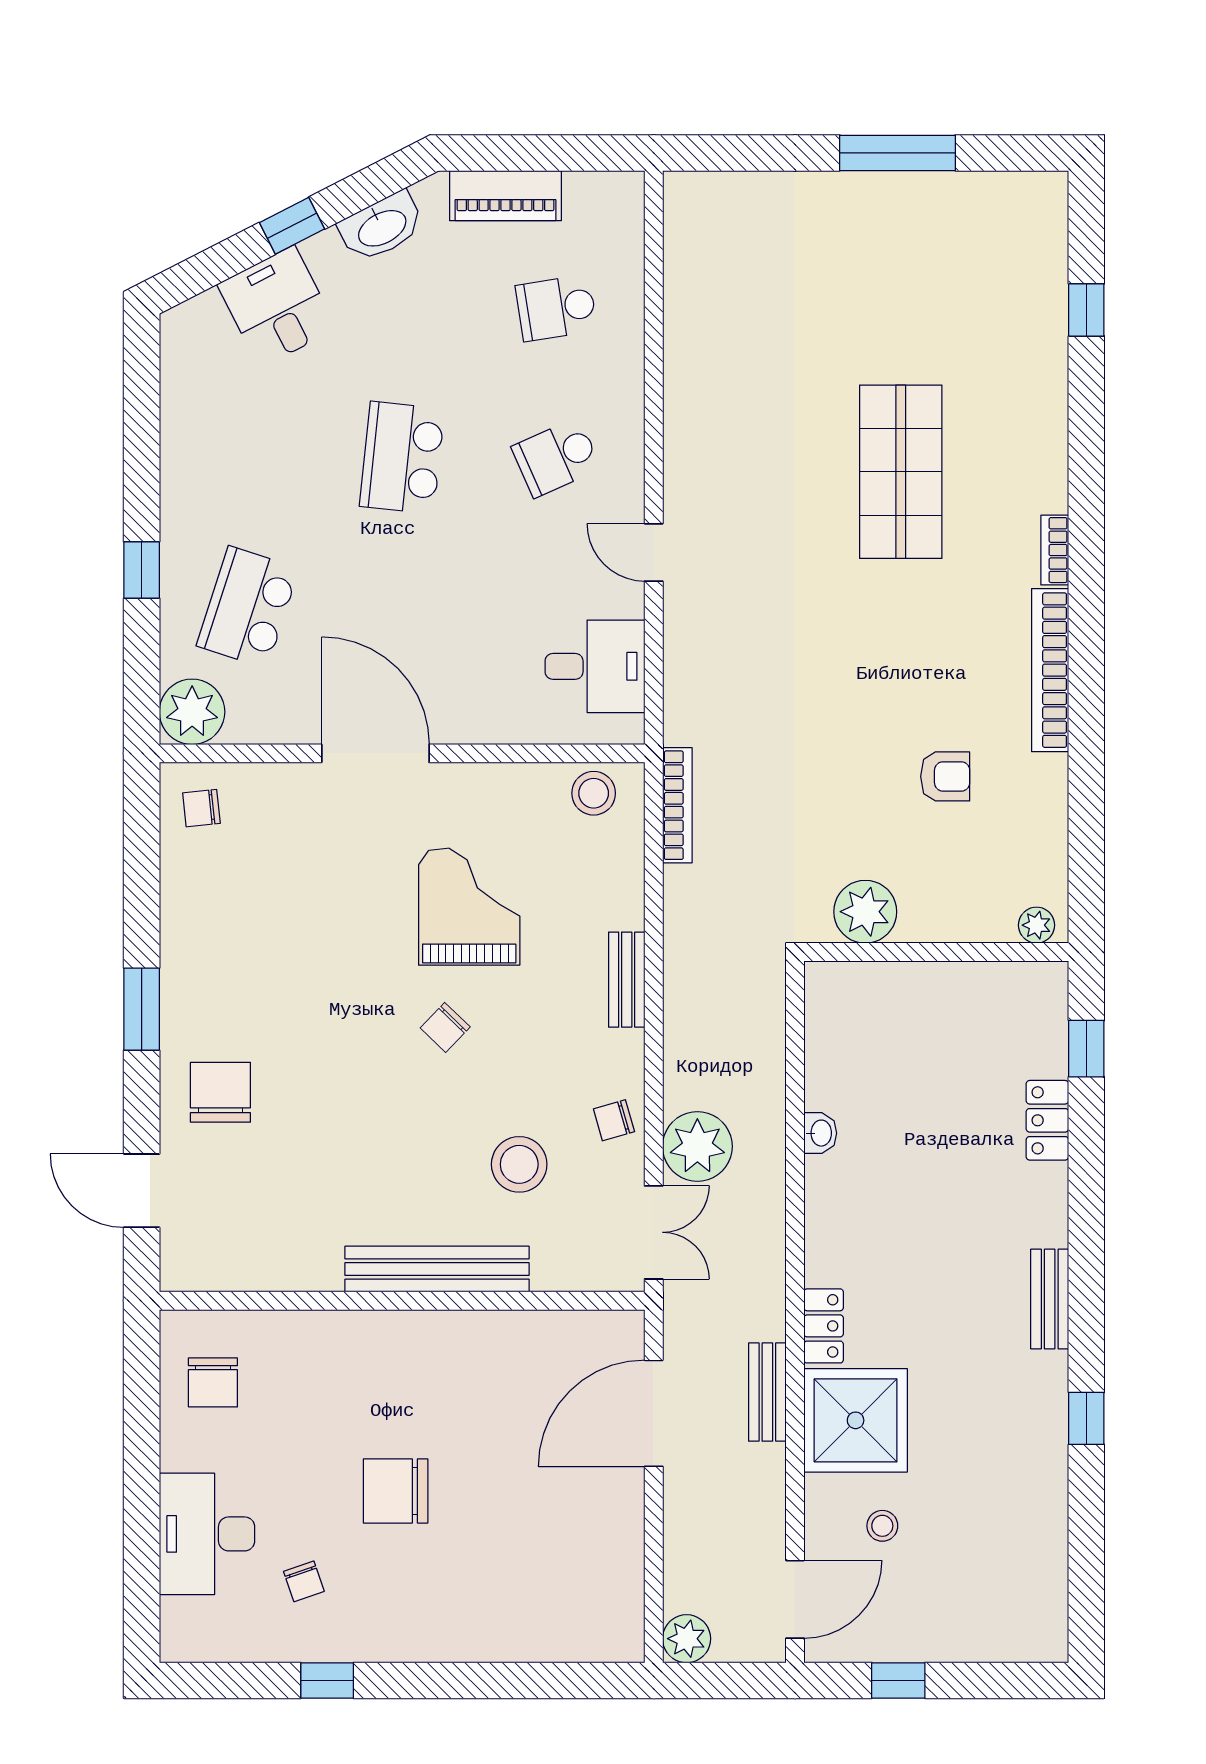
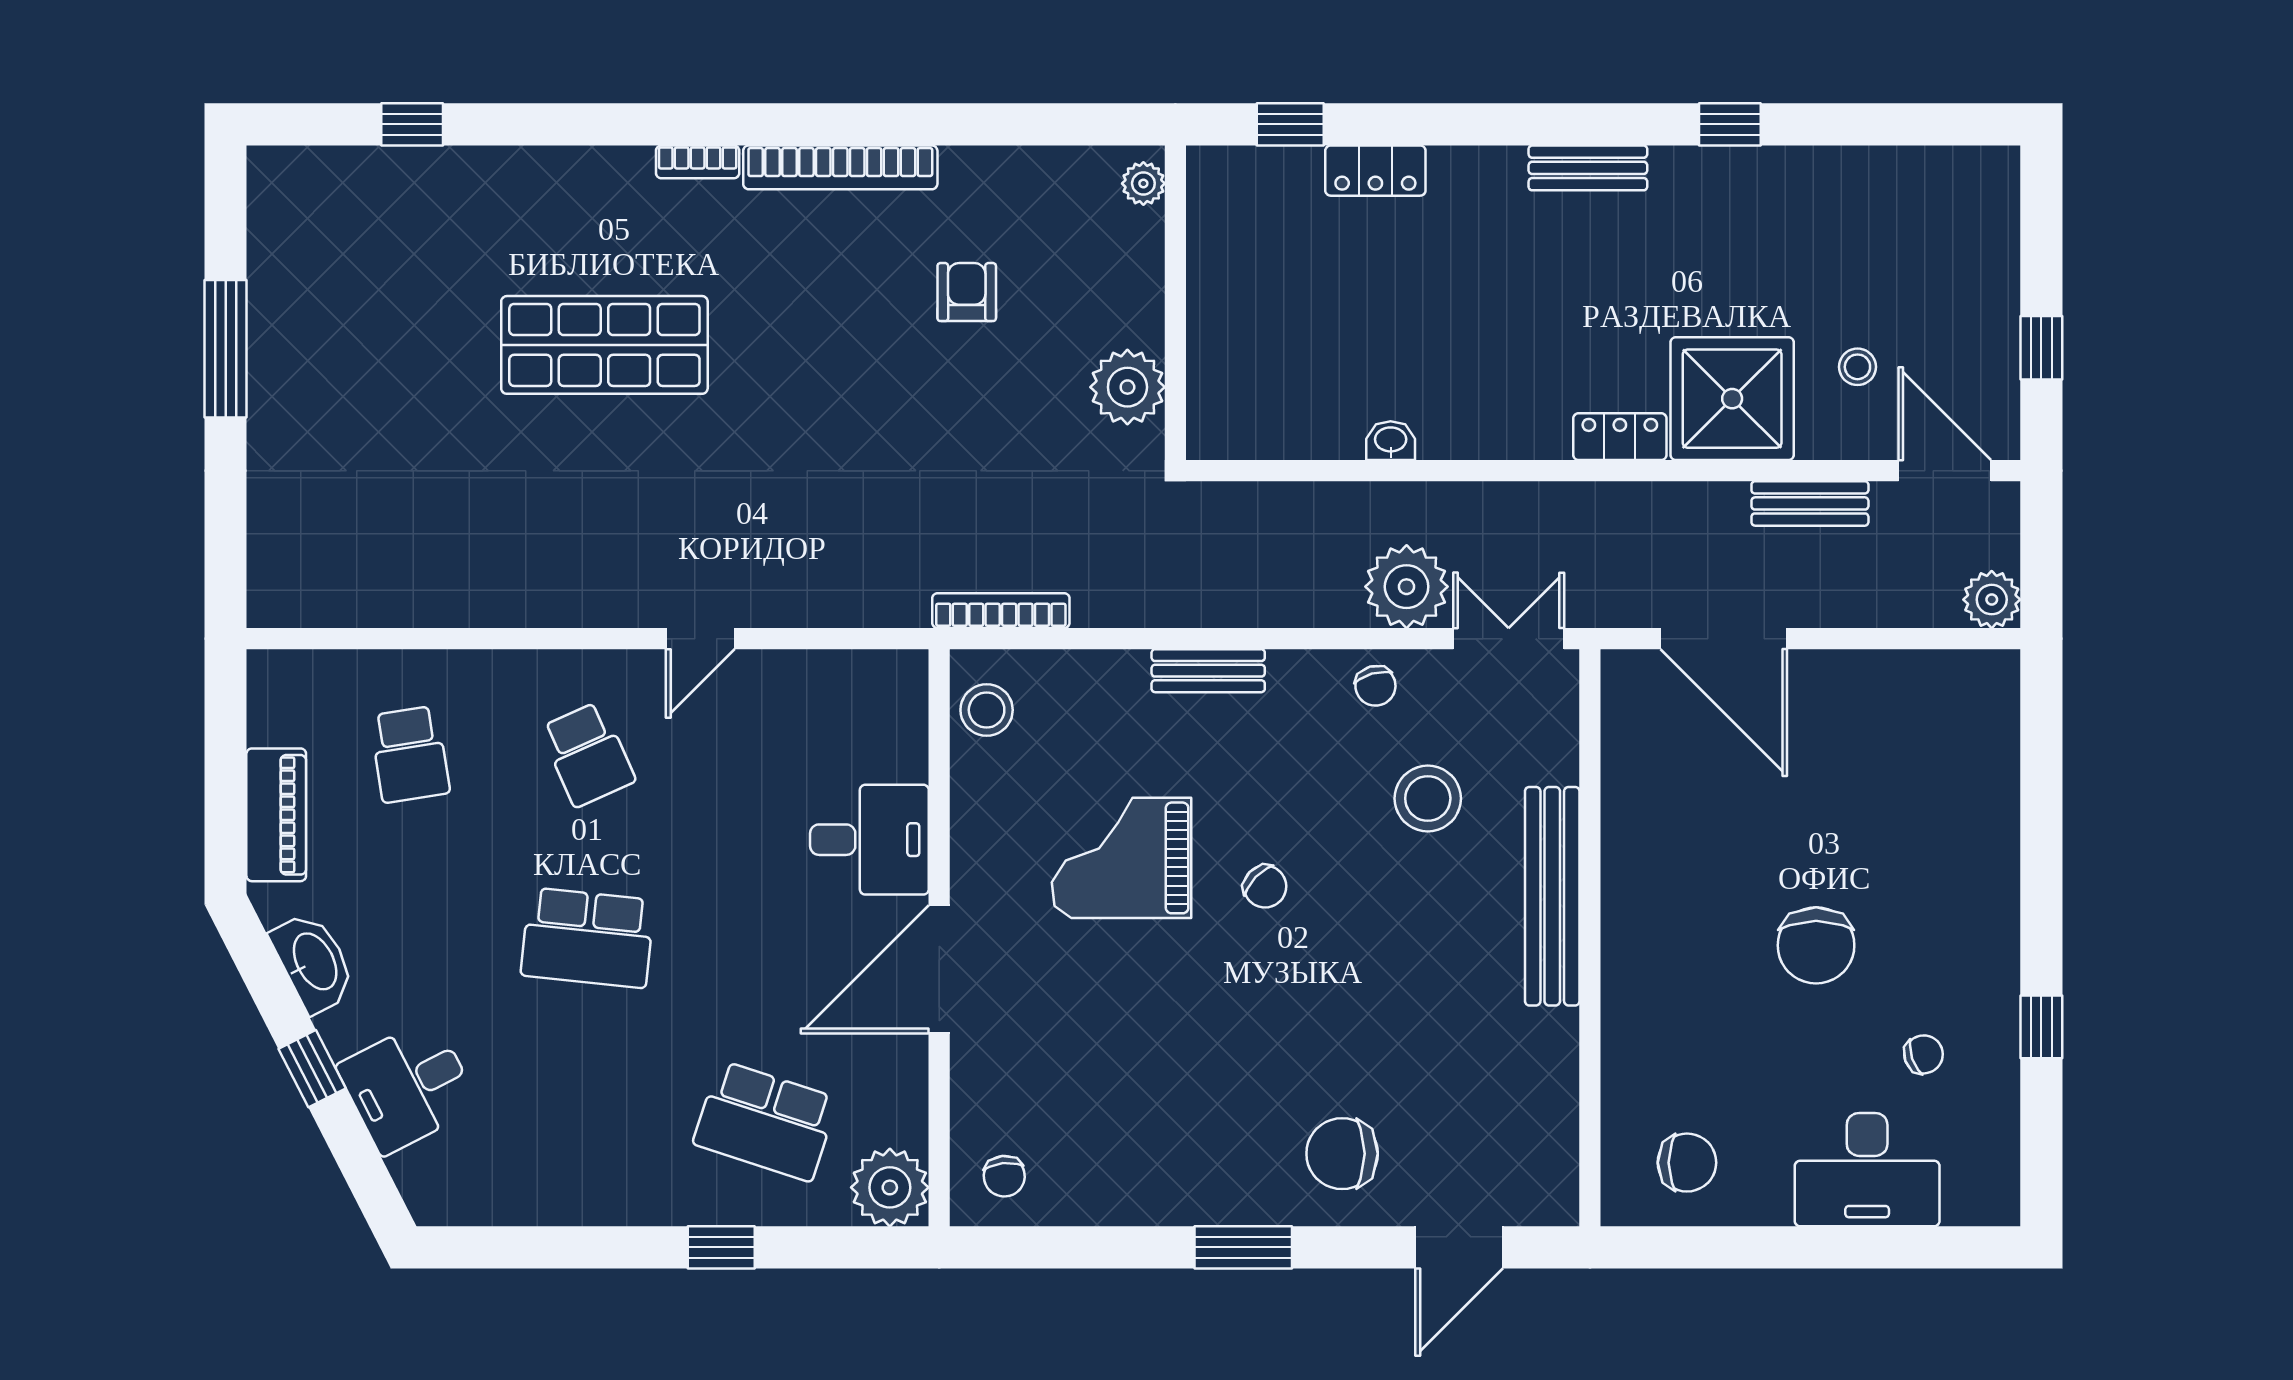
desk: (595, 666) -> (869, 840), moved, turned 90
bench: (767, 1392) -> (1810, 503), moved

